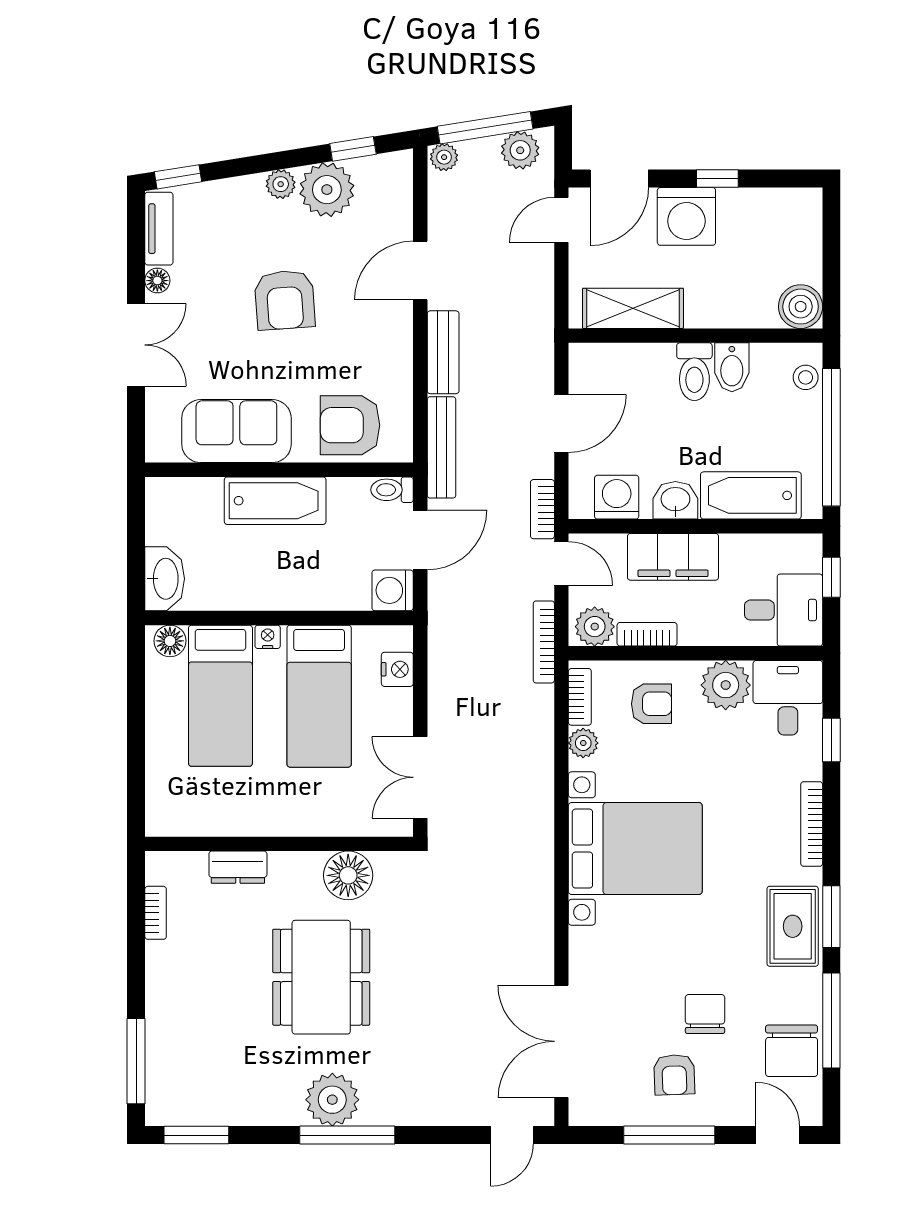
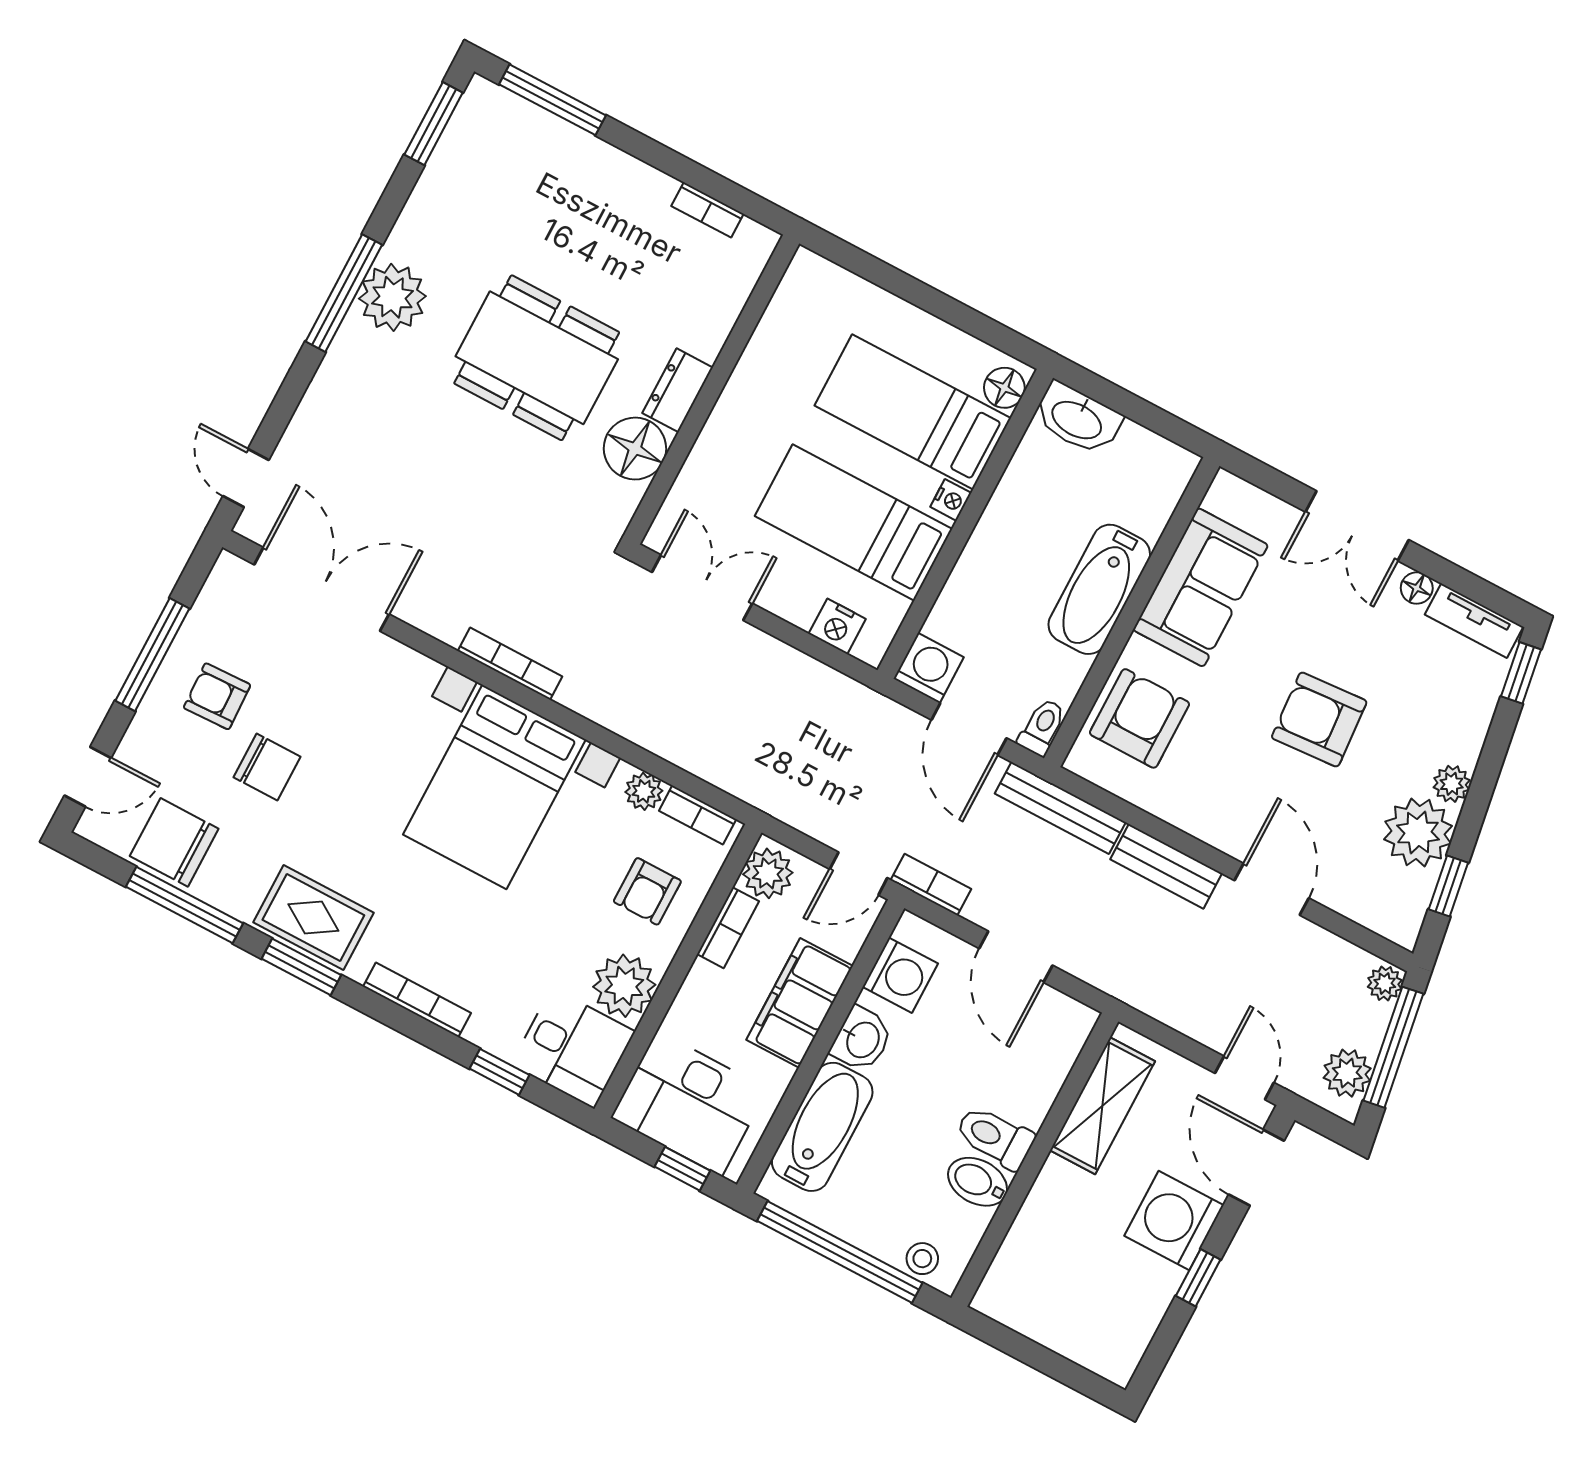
boiler: (801, 307) -> (1005, 1295), removed
desk: (784, 610) -> (689, 1103), width x1.37
bookcase: (544, 642) -> (510, 664), moved
dresser: (238, 867) -> (678, 390), moved

